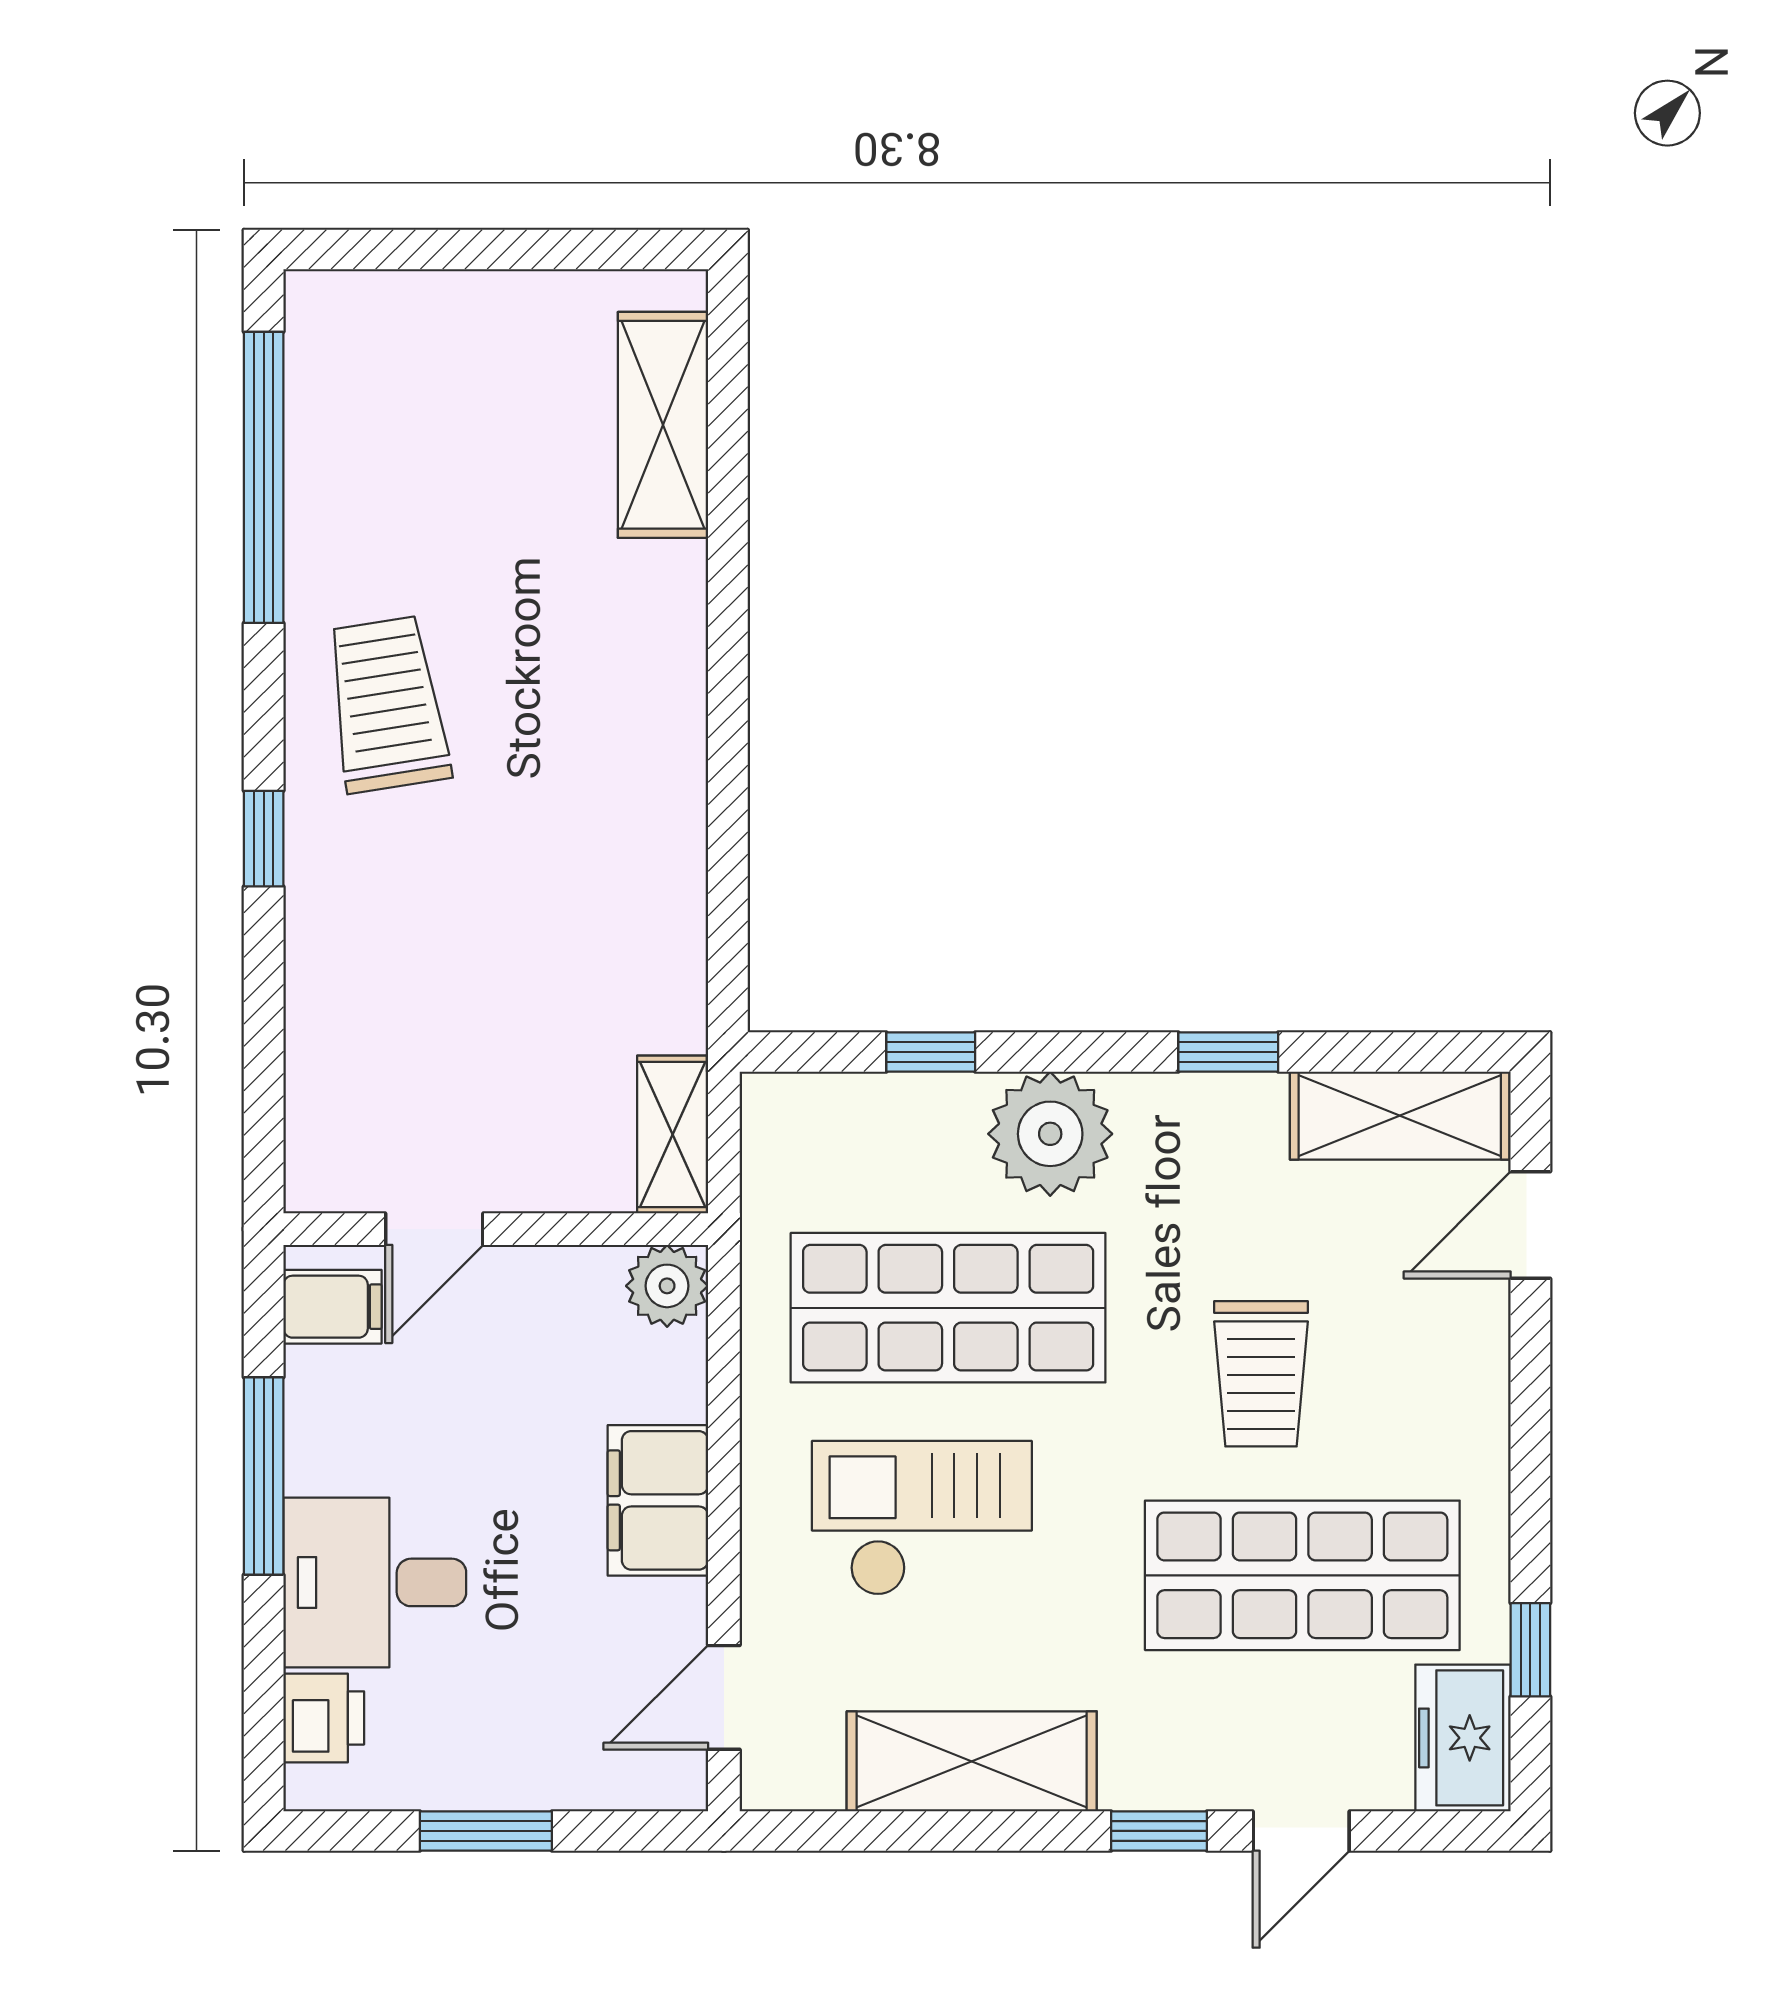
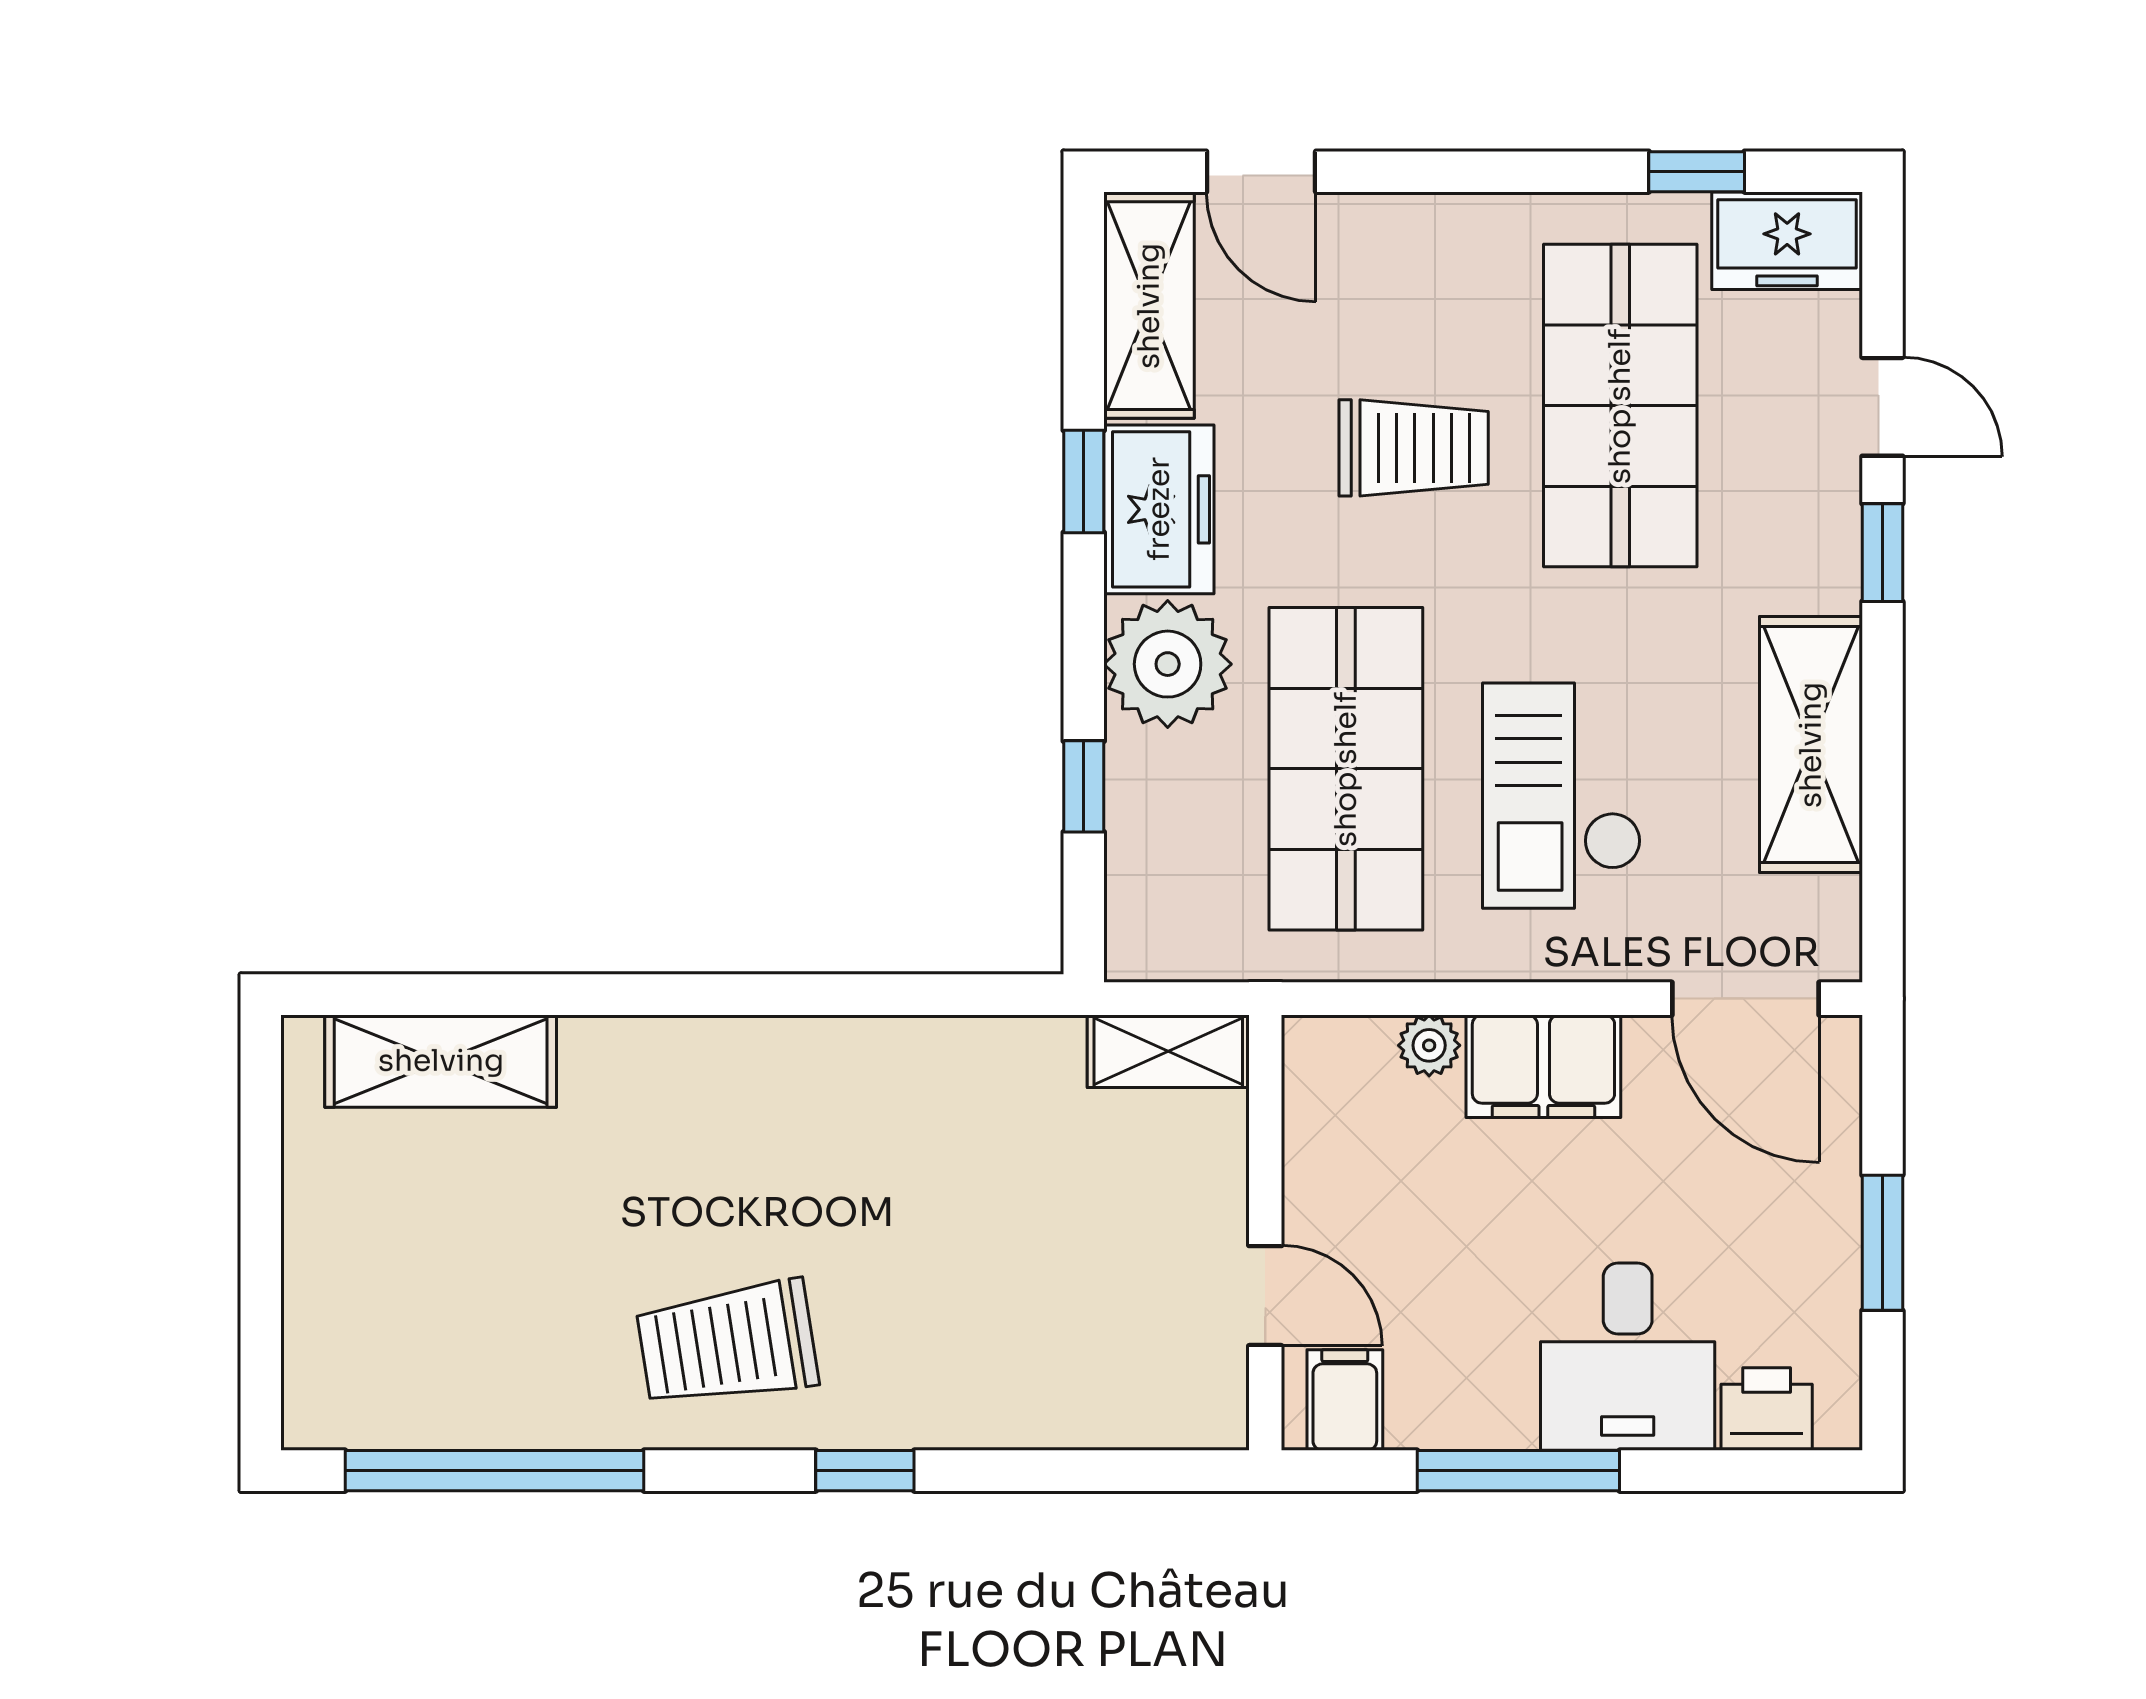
freezer: (1201, 1125) -> (1159, 509), added
plant: (667, 1286) -> (1429, 1045), moved, width x0.73, depth x0.73
door: (724, 1697) -> (1745, 999), width x1.38

